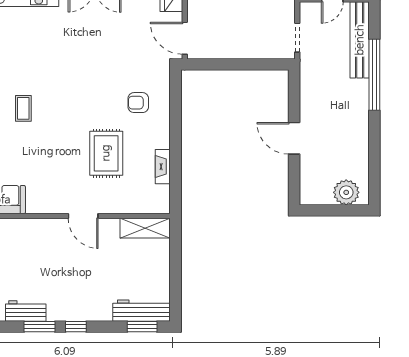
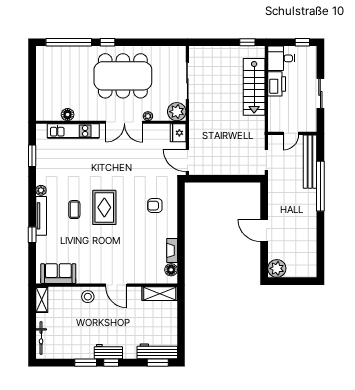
rug: (106, 153) -> (104, 207), moved
plant: (346, 192) -> (277, 268), moved
floor lamp: (161, 194) -> (171, 270), added
stool: (43, 233) -> (88, 297), added
workbench: (26, 311) -> (108, 352), moved

